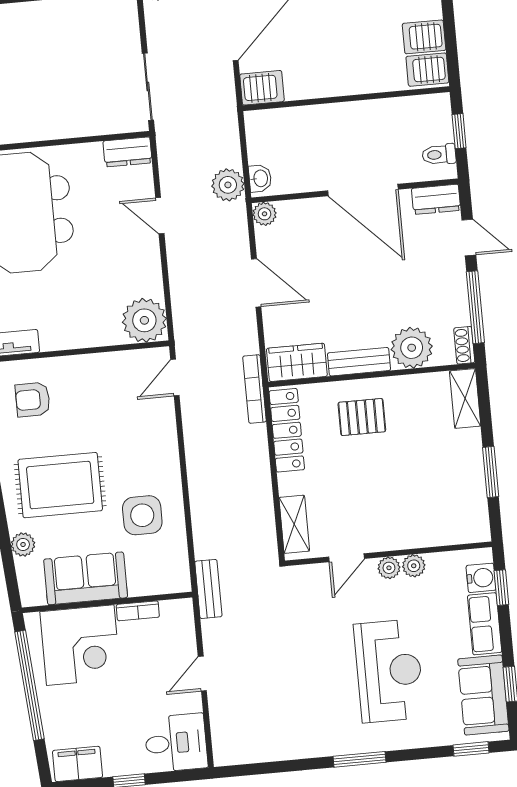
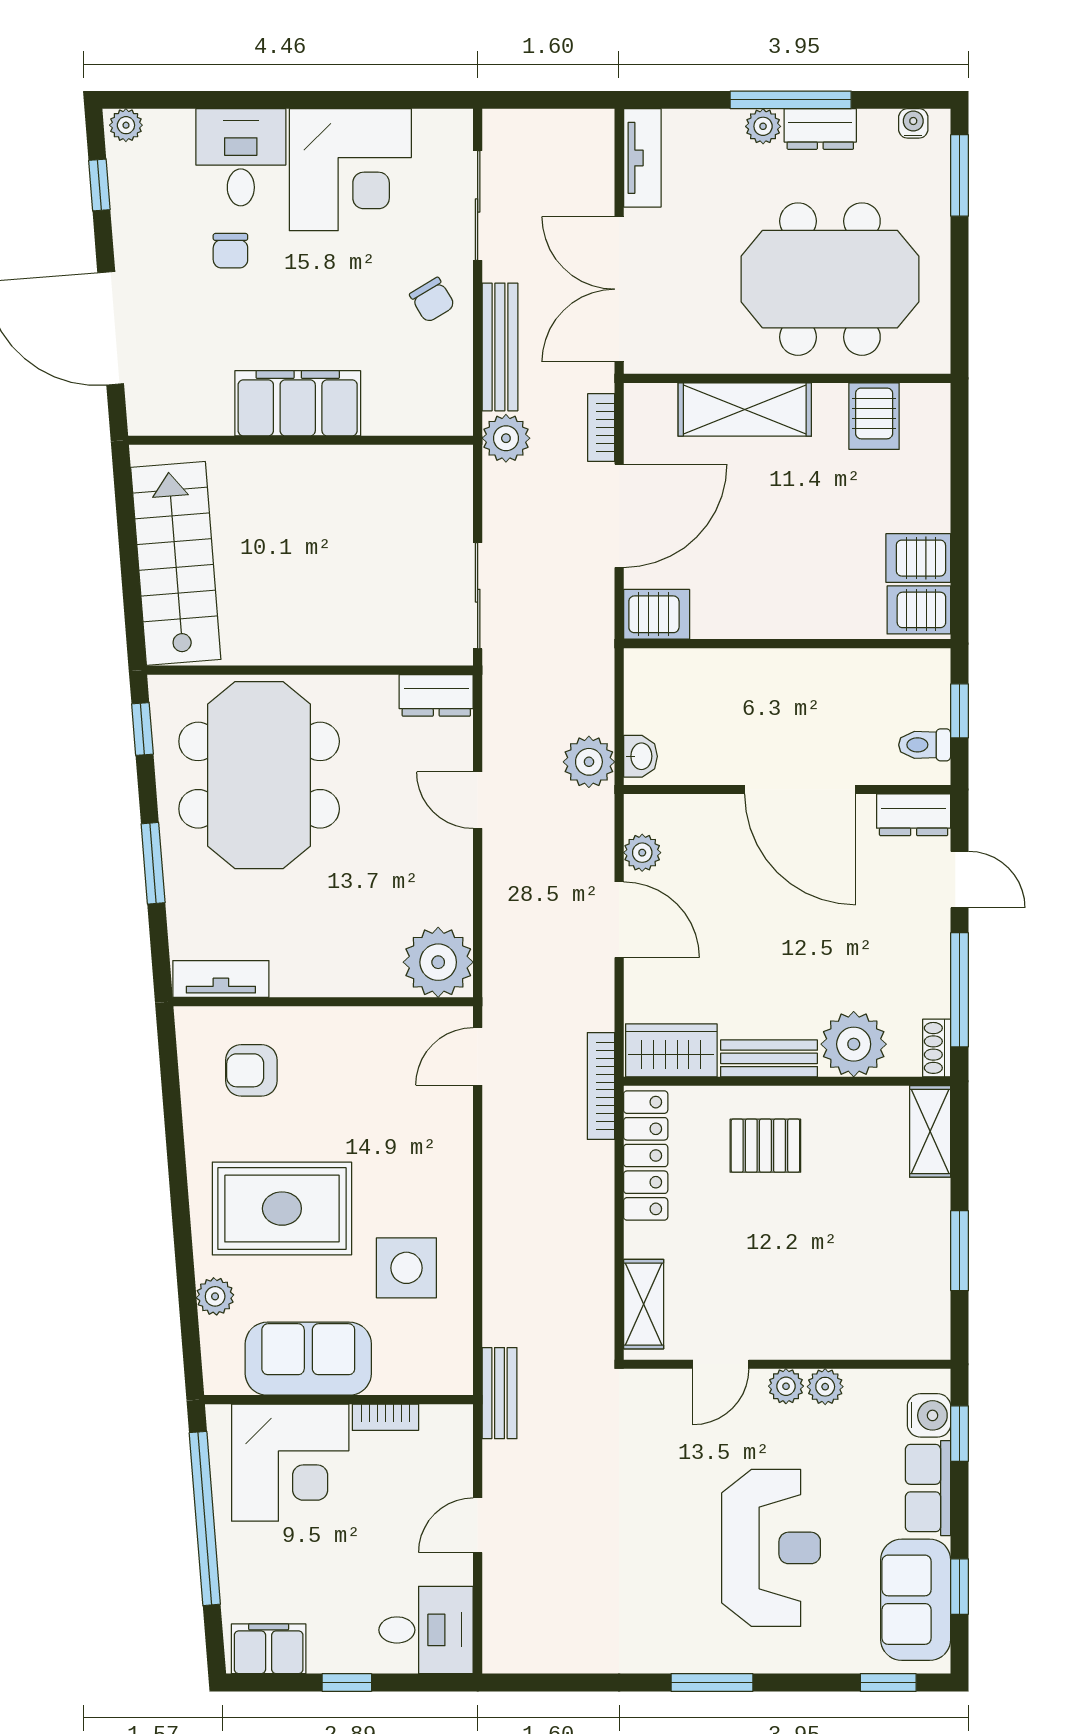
plant: (265, 214) -> (642, 853), moved

